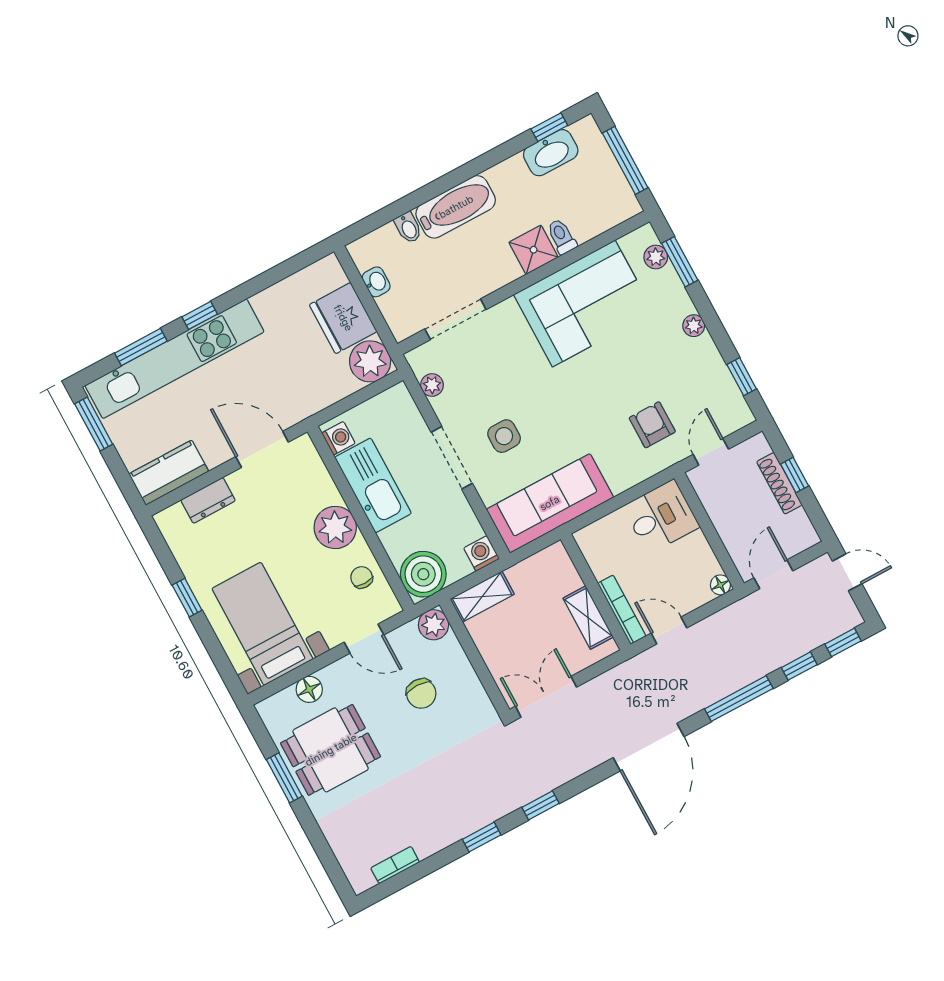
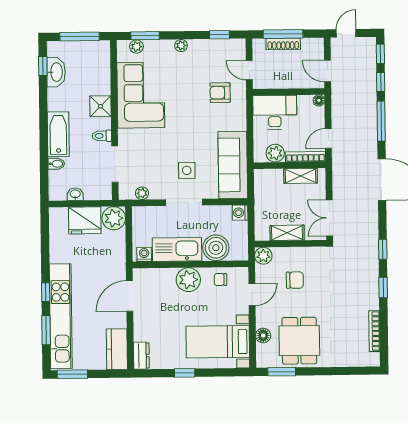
toilet: (562, 237) -> (102, 136), moved
window: (795, 475) -> (283, 34), width x2.17
dresser: (208, 500) -> (141, 356), moved
desk: (661, 517) -> (275, 112), width x1.37
plant: (603, 560) -> (275, 153), added
boiler: (423, 574) -> (216, 248), moved
shelving: (482, 597) -> (287, 233), moved, turned 90
window: (284, 778) -> (282, 372), moved
bookcase: (395, 865) -> (374, 331), width x1.56

